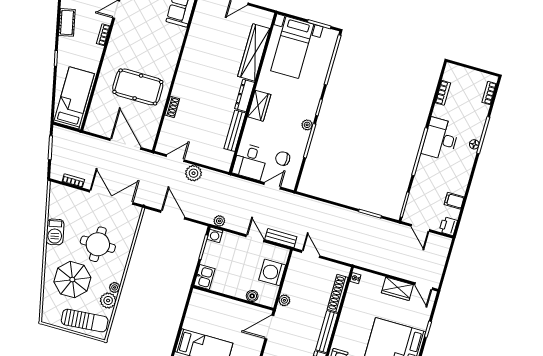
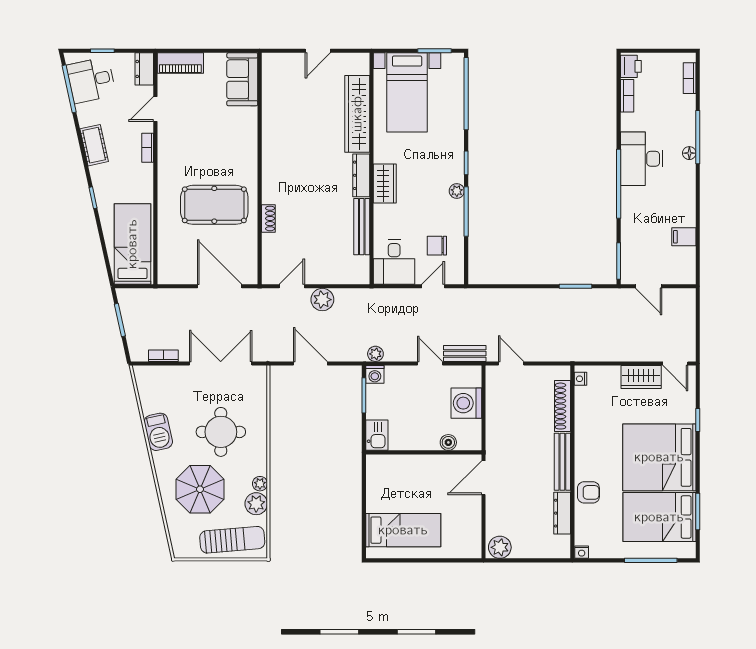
printer: (448, 226) -> (631, 66), moved, turned 180
plant: (284, 300) -> (493, 436), removed

